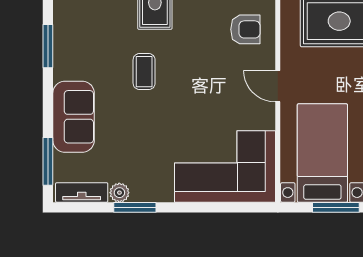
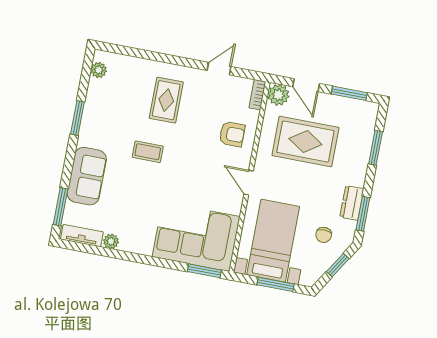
coffee table: (144, 72) -> (148, 152), turned 90
window: (135, 207) -> (204, 271), moved

